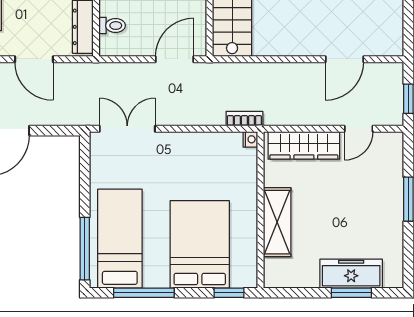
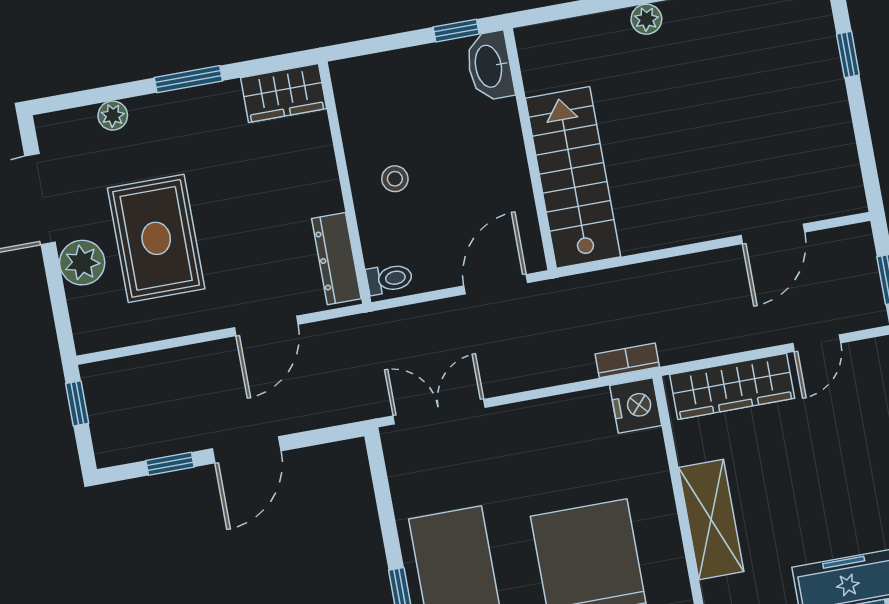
toilet: (112, 26) -> (389, 279), moved
door: (34, 59) -> (266, 326), hinge flipped
nightstand: (250, 139) -> (636, 405), width x1.89, depth x1.79

